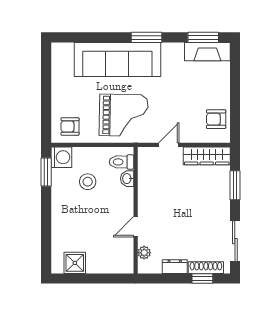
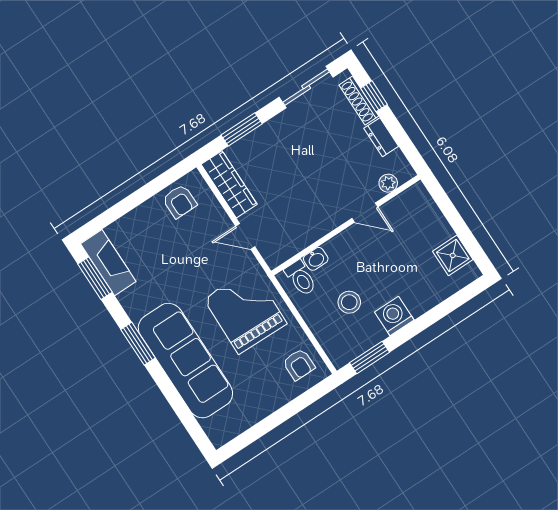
washing machine: (61, 157) -> (394, 316), moved

